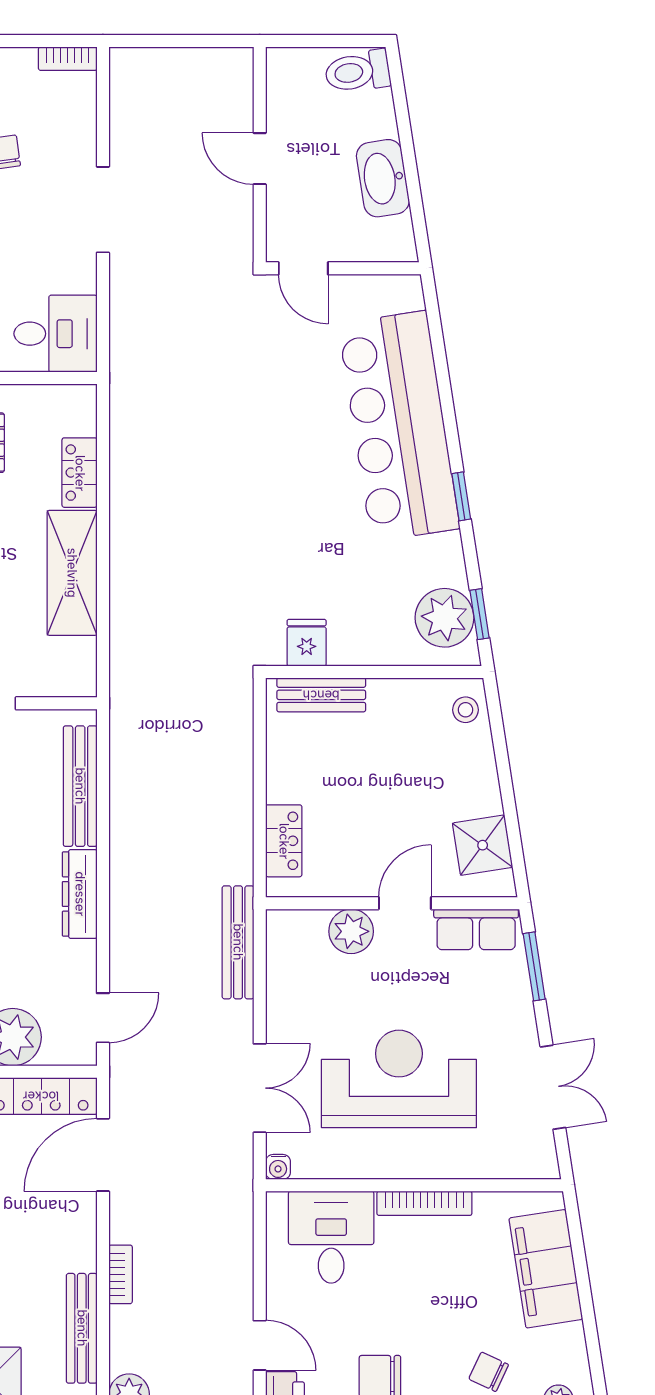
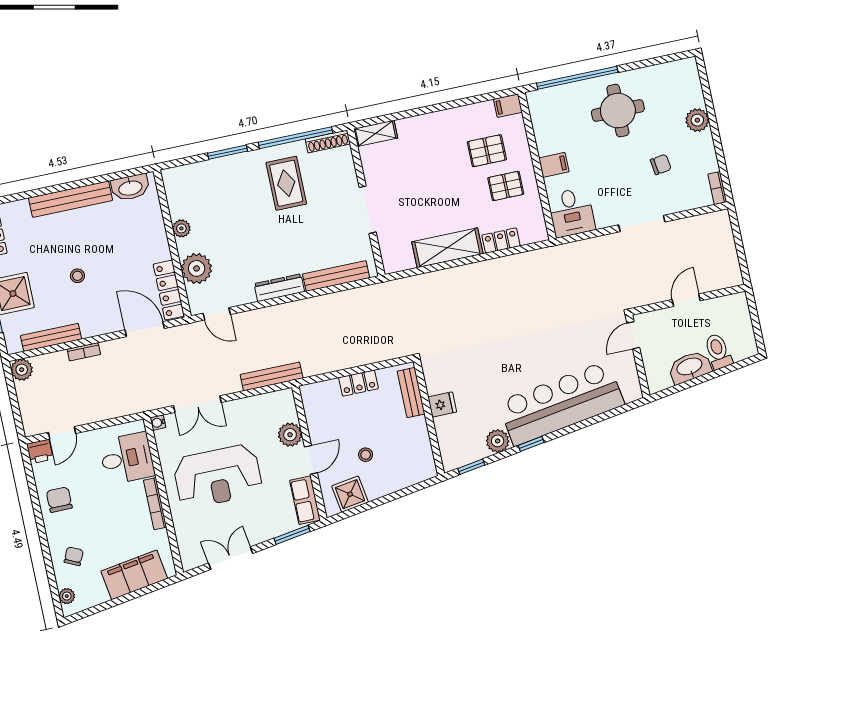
toilet: (358, 72) -> (718, 351), moved
plant: (444, 618) -> (498, 441), moved, width x0.73, depth x0.73
fridge: (307, 643) -> (442, 404), moved
stool: (466, 710) -> (366, 455), moved
locker: (284, 841) -> (359, 383), moved
door: (405, 903) -> (311, 460), hinge flipped
reception desk: (399, 1079) -> (218, 476), turned 90
double door: (553, 1087) -> (231, 558), swing flipped

